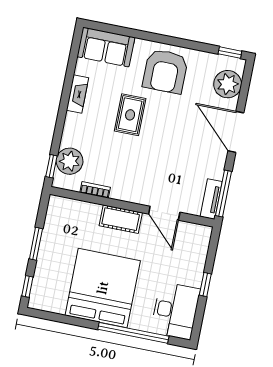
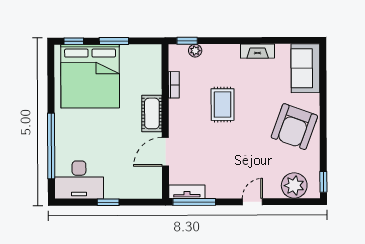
armchair: (165, 71) -> (294, 127), turned -70
rug: (130, 115) -> (223, 105), moved, turned 90
door: (236, 132) -> (252, 202), width x0.53
plant: (70, 161) -> (195, 51), width x0.53, depth x0.53
bed: (103, 288) -> (90, 76), moved, turned 90

